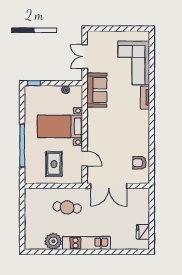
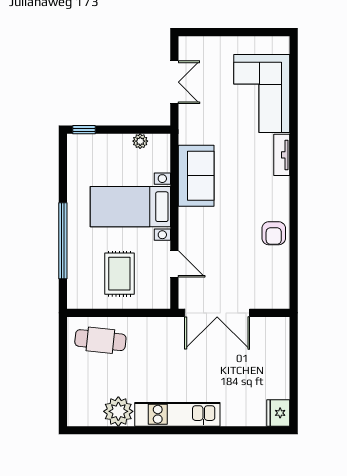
double door: (85, 57) -> (174, 82), swing flipped
sofa: (97, 90) -> (196, 176), moved
armchair: (139, 163) -> (274, 233), moved, turned -90
cafe table: (67, 207) -> (100, 340), moved
fridge: (143, 232) -> (278, 413), moved

